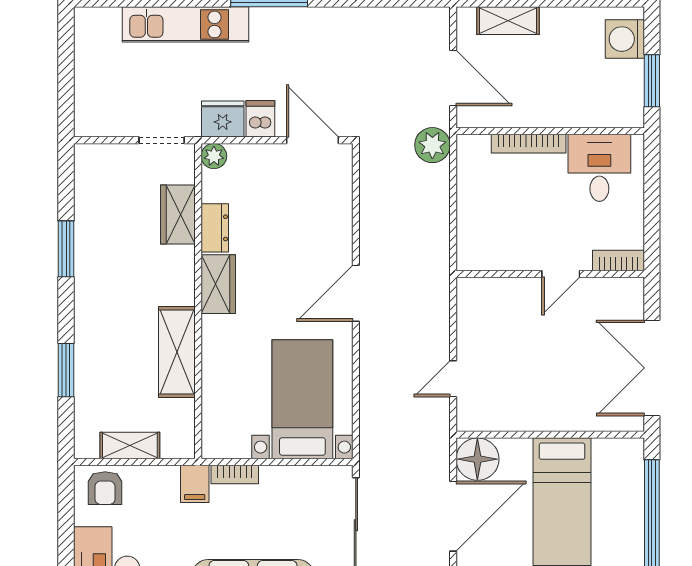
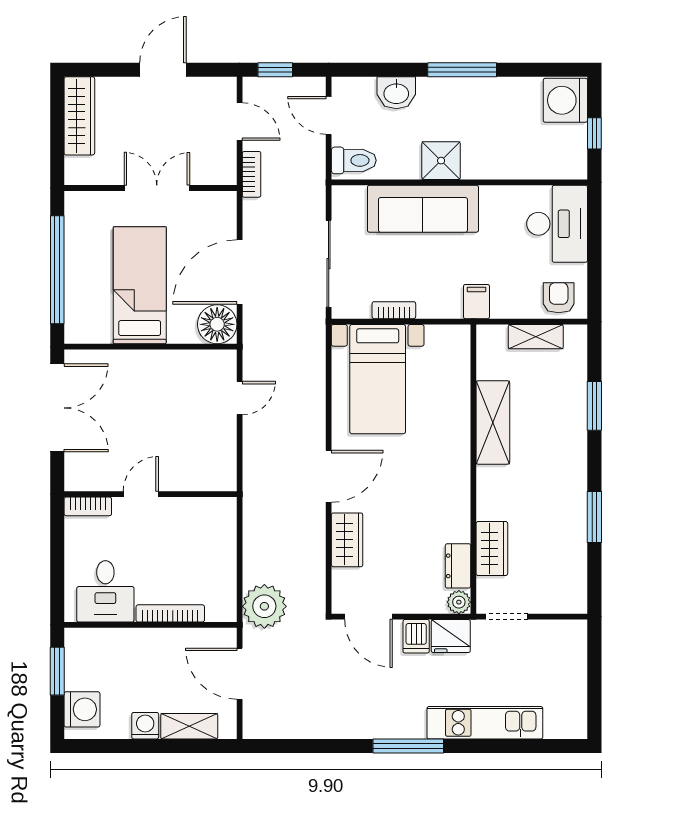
washing machine: (556, 21) -> (145, 726), added
plant: (432, 145) -> (264, 606), width x1.36, depth x1.36
dresser: (215, 228) -> (458, 566), moved
wardrobe: (218, 284) -> (347, 540), moved, turned 180
bookcase: (235, 475) -> (394, 310), moved

